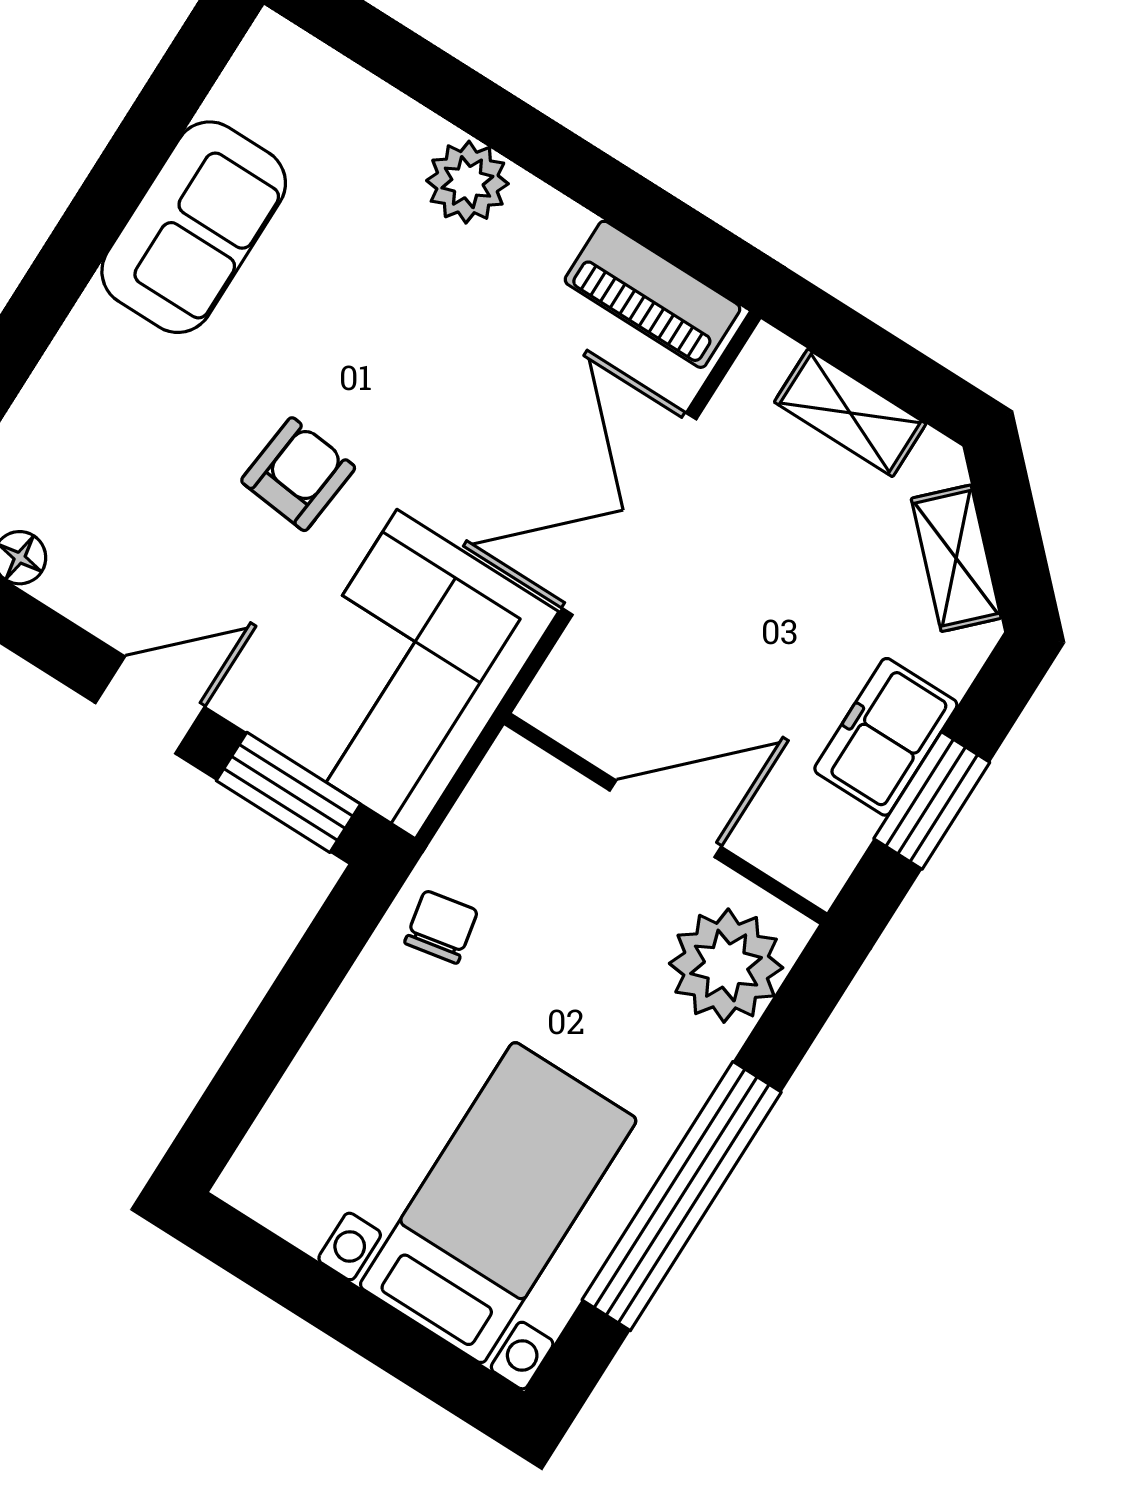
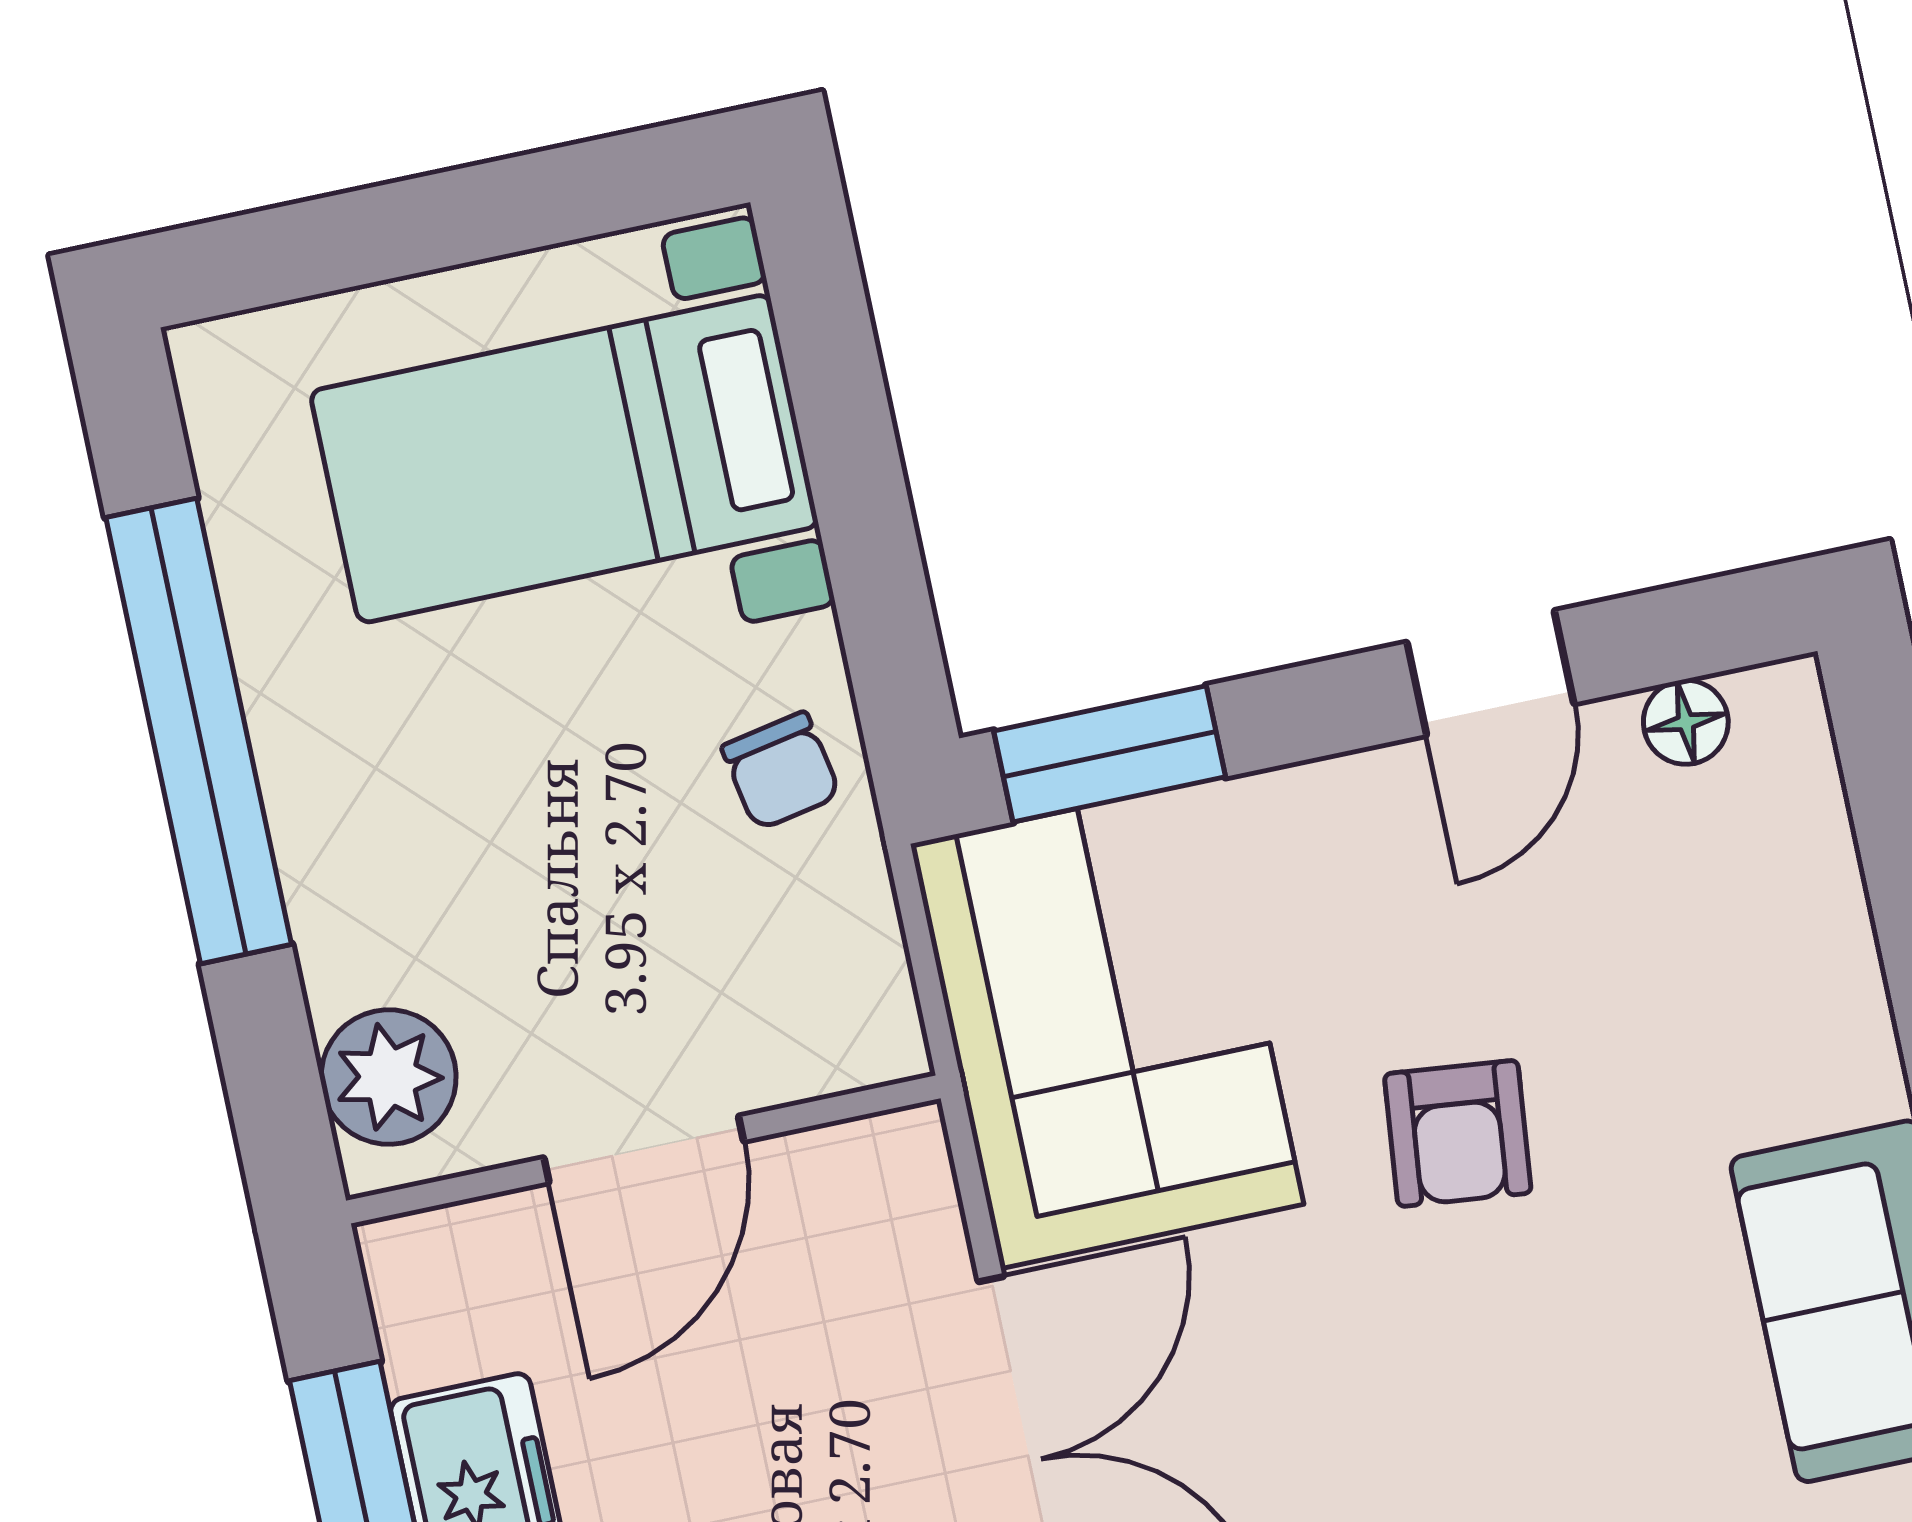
door: (150, 705) -> (1490, 673), moved
plant: (726, 966) -> (389, 1077), width x0.73, depth x0.73
bed with nightstands: (498, 1203) -> (564, 459), moved, turned 90

